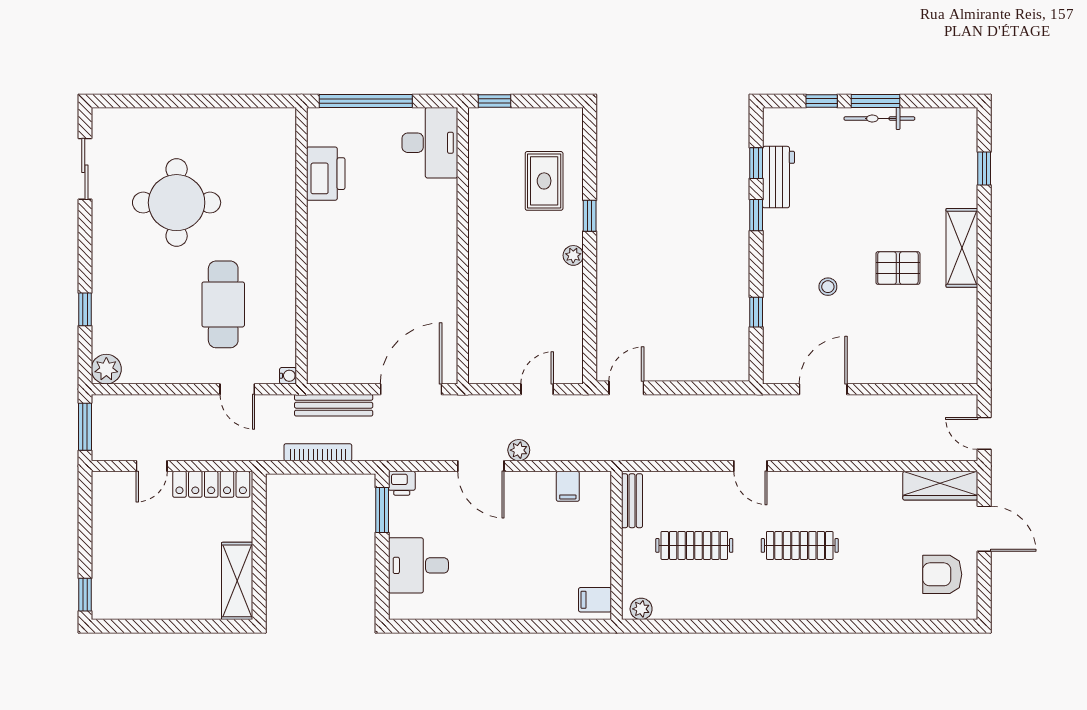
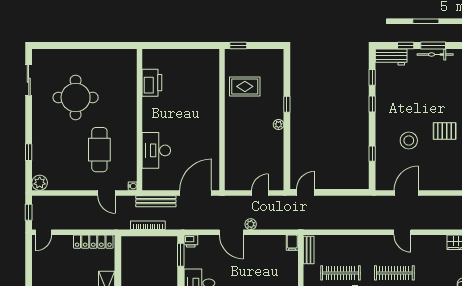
window: (366, 101) -> (172, 46), removed
desk: (430, 143) -> (156, 150), moved, turned 180
workbench: (778, 177) -> (391, 57), moved, turned 90
rug: (544, 181) -> (245, 86), moved, turned 90
stool: (828, 287) -> (409, 141), width x1.89, depth x1.89
window: (85, 427) -> (29, 212), width x0.67
door: (152, 466) -> (44, 232), moved
door: (750, 466) -> (402, 232), moved
filing cabinet: (568, 486) -> (292, 243), moved

